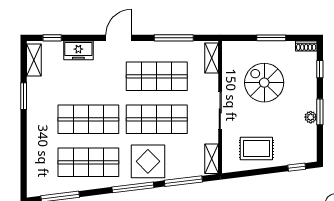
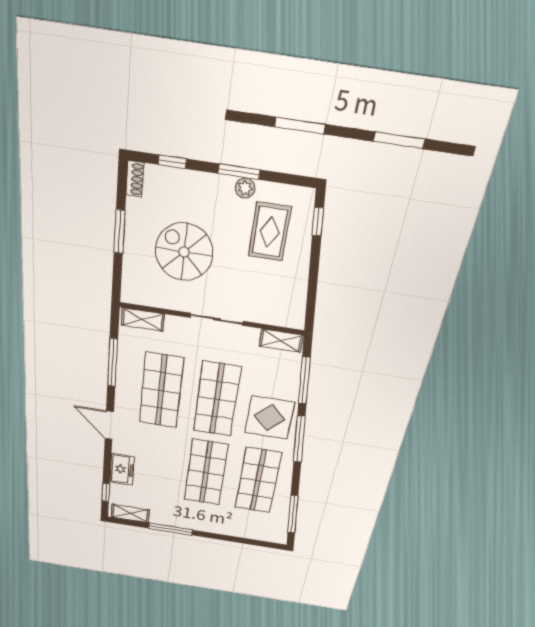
spiral stairs: (264, 83) -> (184, 252), turned 90
window: (24, 96) -> (170, 529), width x1.44
rug: (256, 149) -> (270, 232), moved

